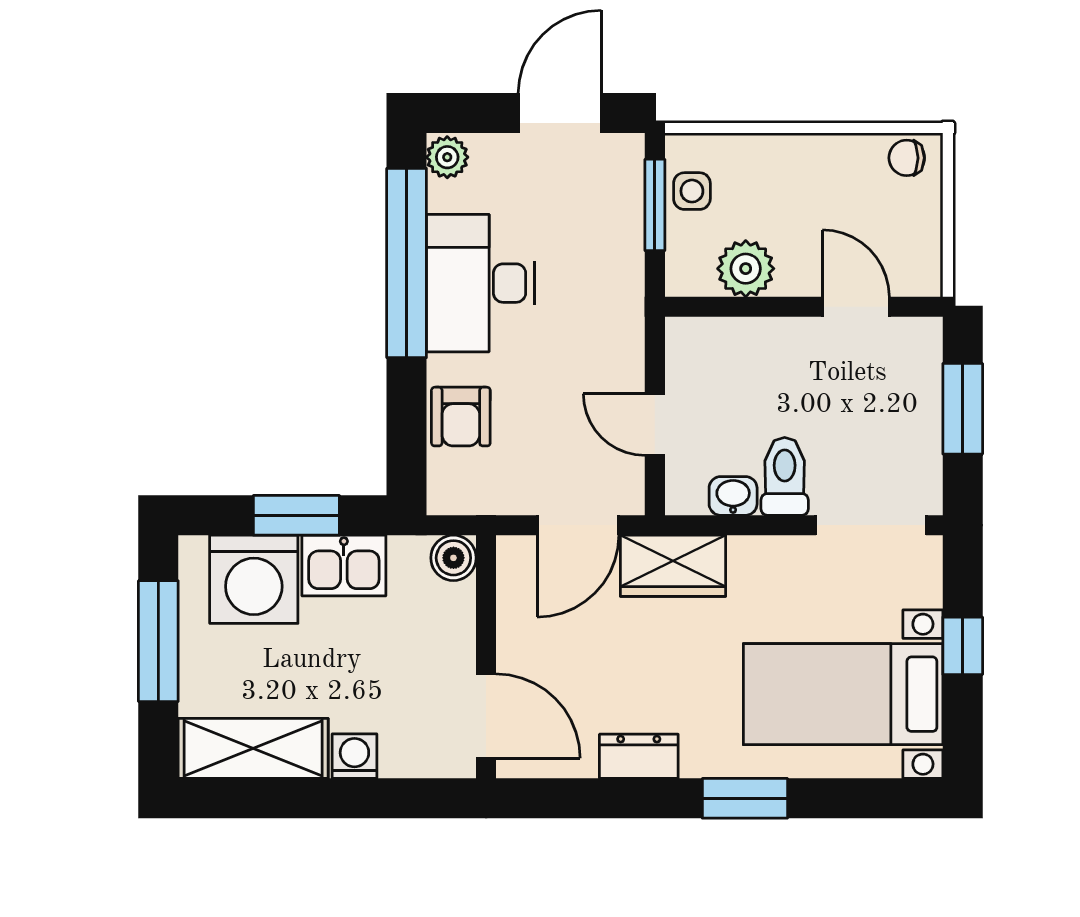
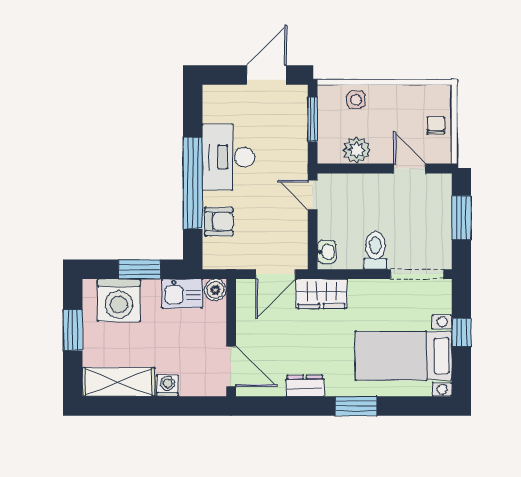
plant: (447, 157) -> (212, 96), removed
chair: (907, 158) -> (436, 126), moved, turned 90
side table: (692, 191) -> (356, 100), moved
window: (407, 263) -> (193, 183), moved
armchair: (461, 417) -> (219, 222), turned -90
door: (655, 425) -> (313, 195), moved
washbasin: (733, 496) -> (327, 252), moved, turned 90
kitchen sink: (344, 566) -> (182, 294), moved
window: (158, 641) -> (73, 330), width x0.69

